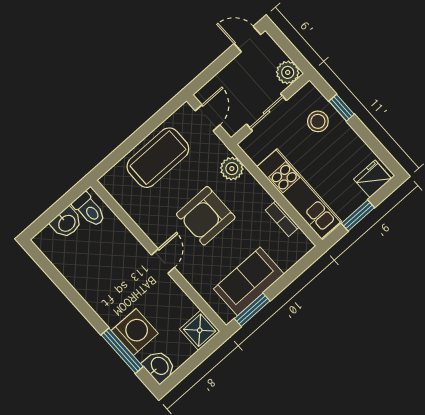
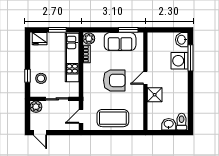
plant: (232, 169) -> (89, 38), moved
toilet: (89, 210) -> (182, 122), moved
shower: (200, 330) -> (155, 95), moved

